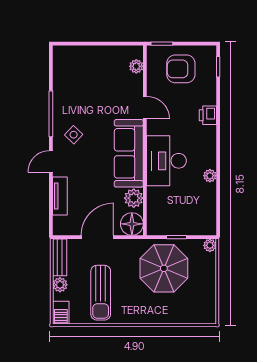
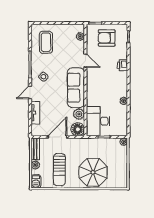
coffee table: (78, 76) -> (46, 42), added
desk: (166, 161) -> (98, 121), moved
parasol: (164, 268) -> (93, 172), moved

